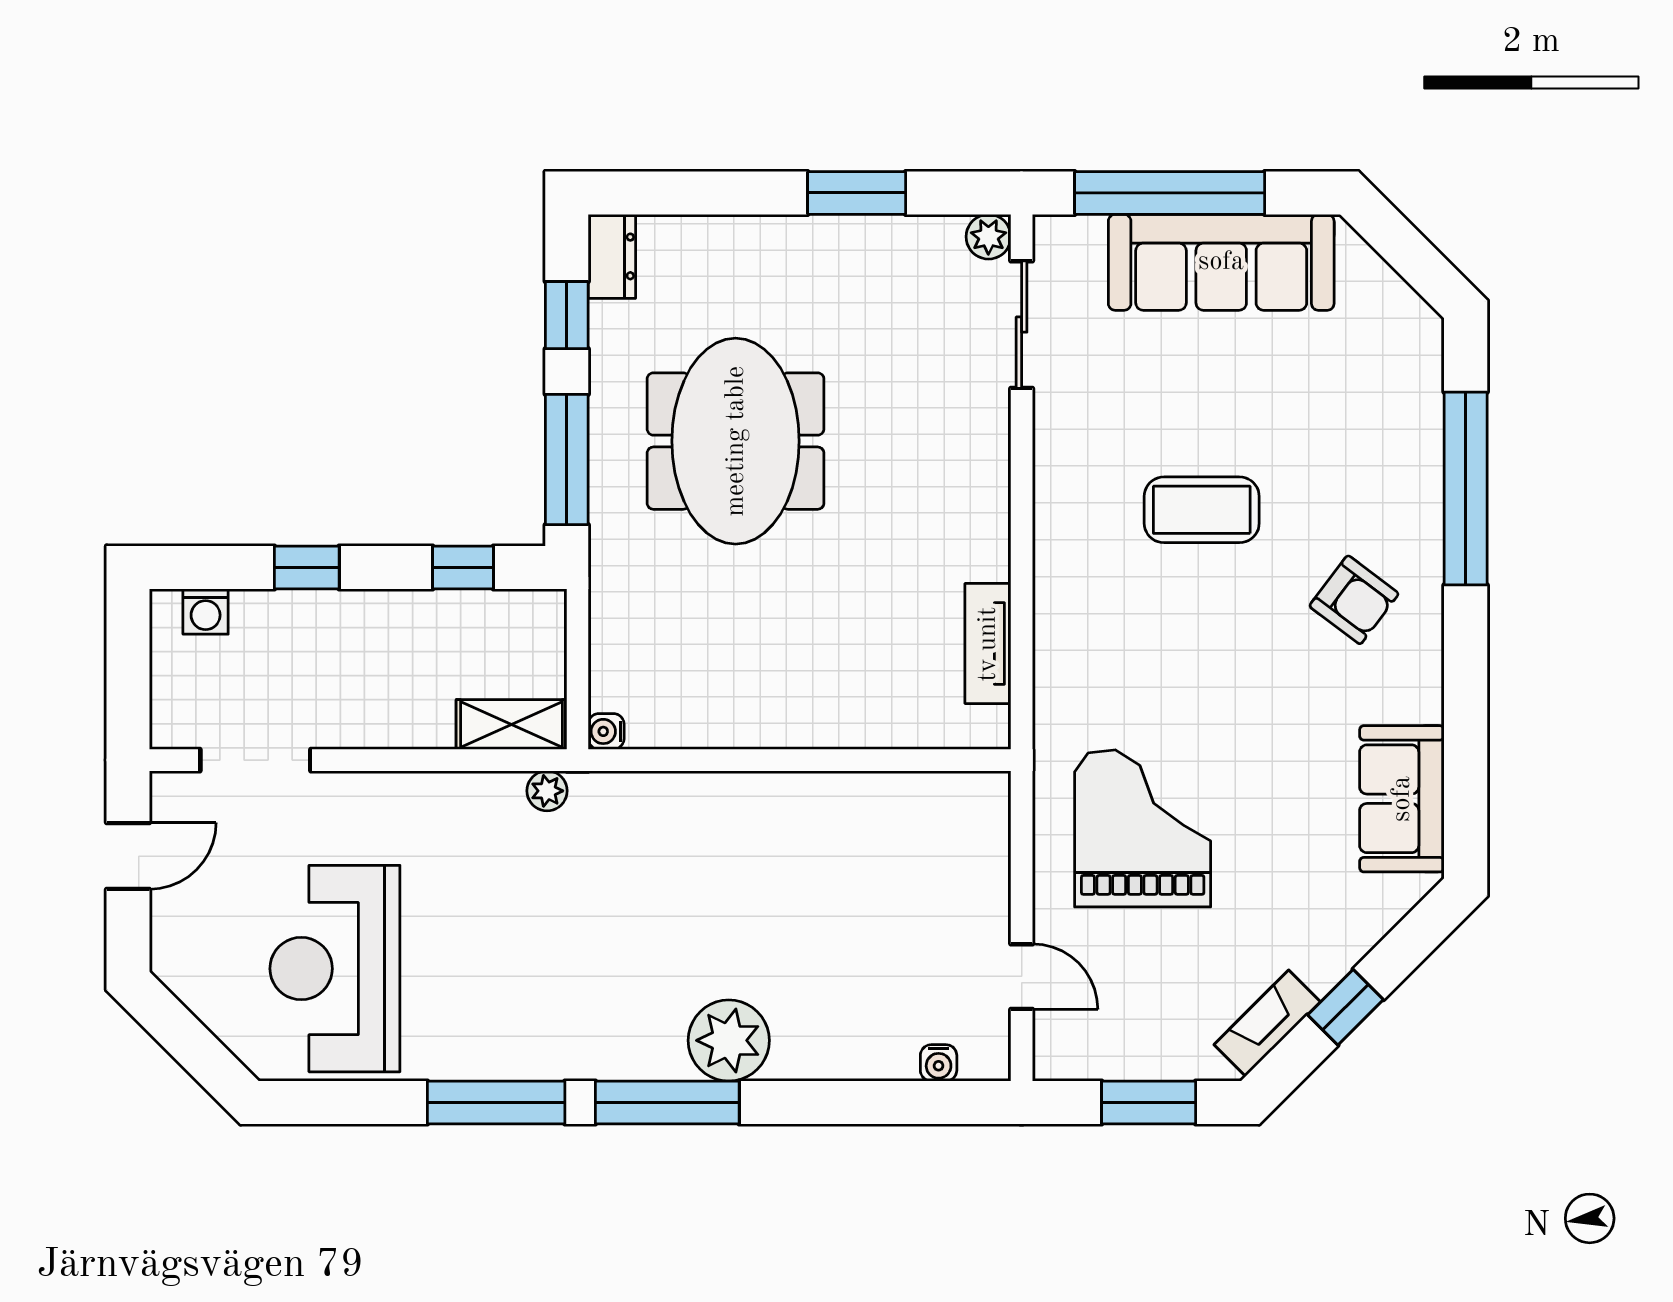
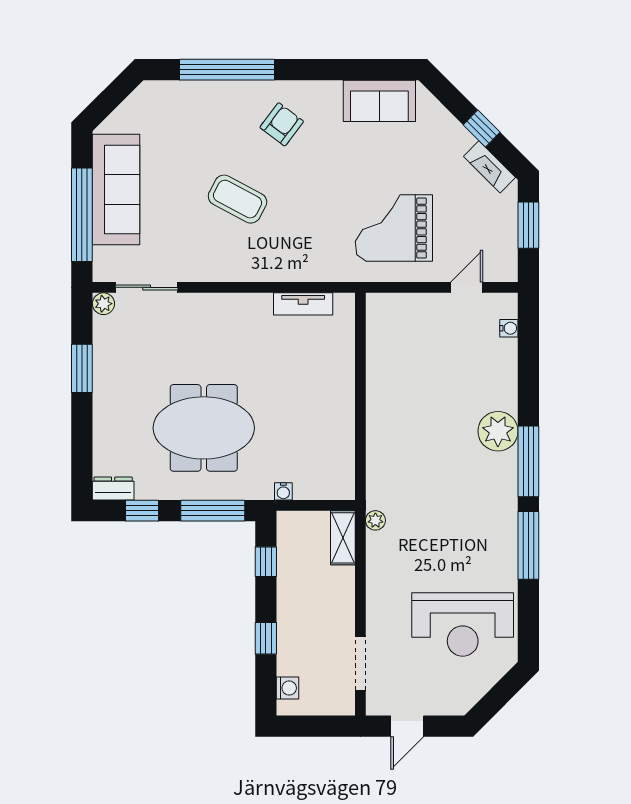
coffee table: (1202, 510) -> (238, 199), turned -62
water cooler: (606, 731) -> (283, 491), moved
door: (128, 856) -> (407, 726), swing flipped

